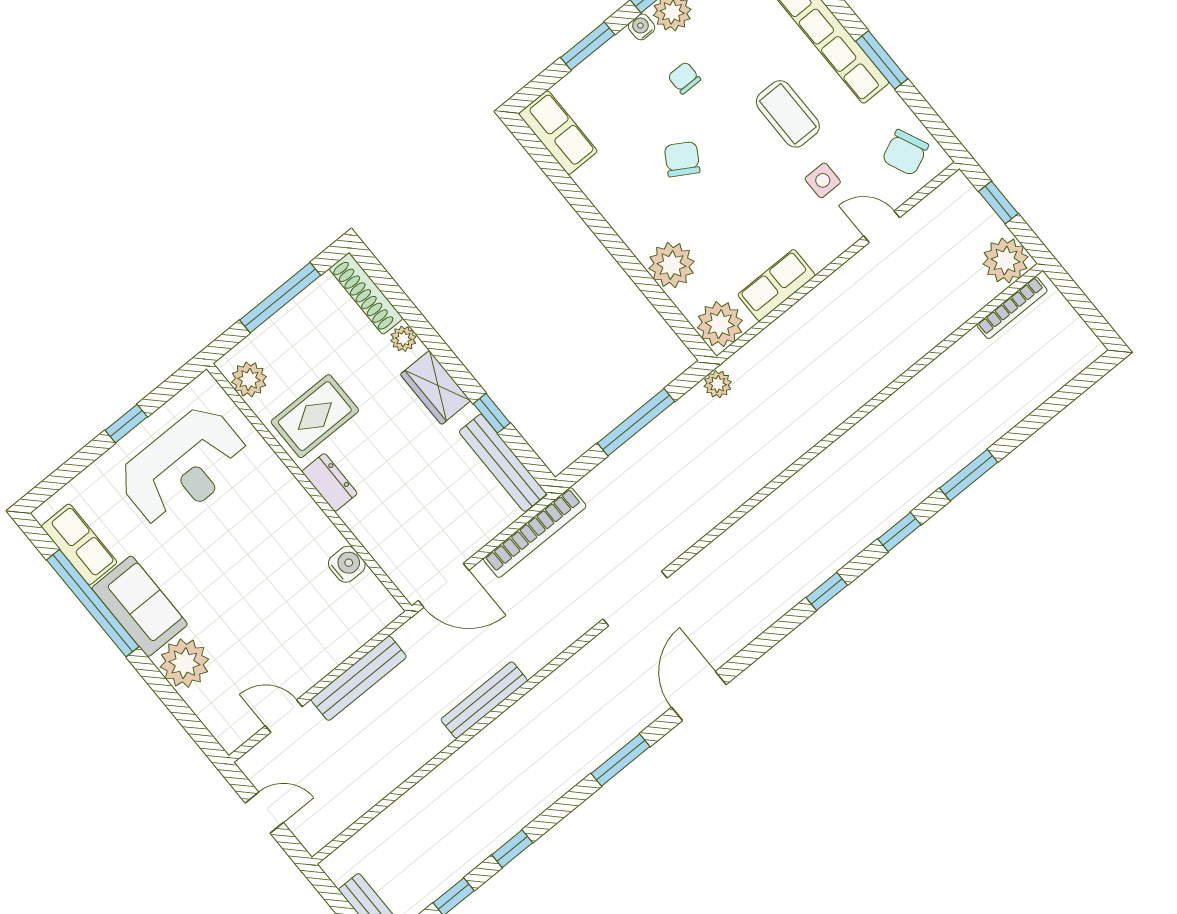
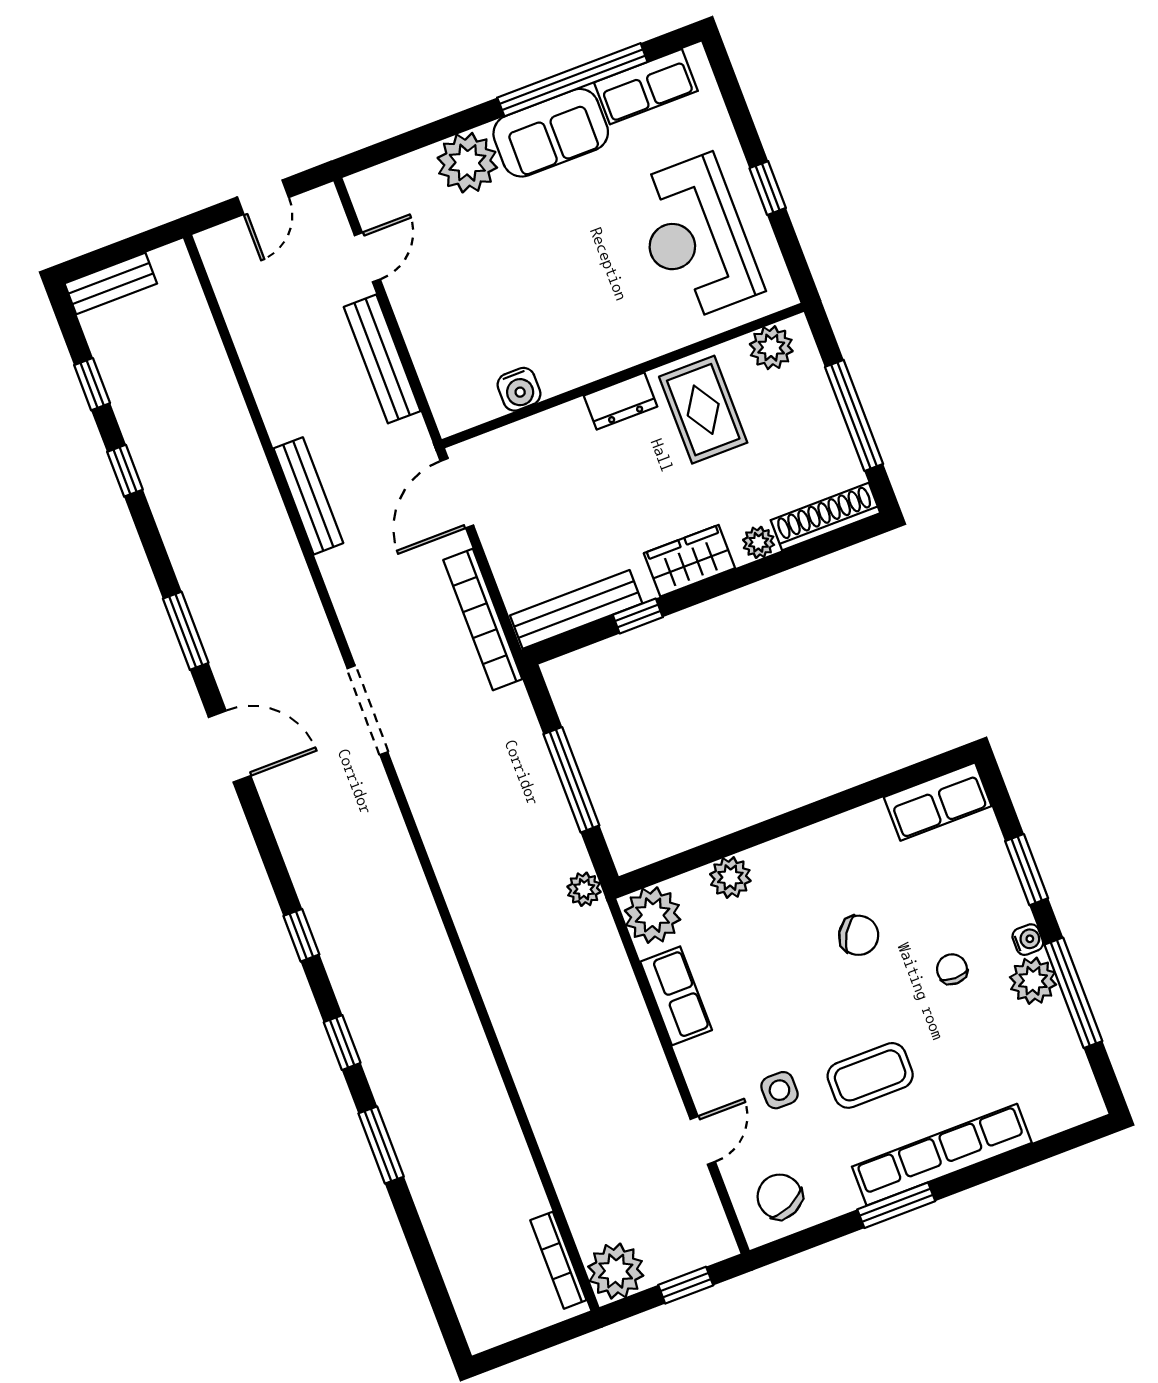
chair: (684, 78) -> (952, 969), turned -90
plant: (671, 265) -> (730, 878), width x0.73, depth x0.73

